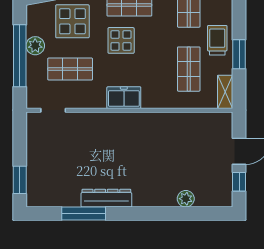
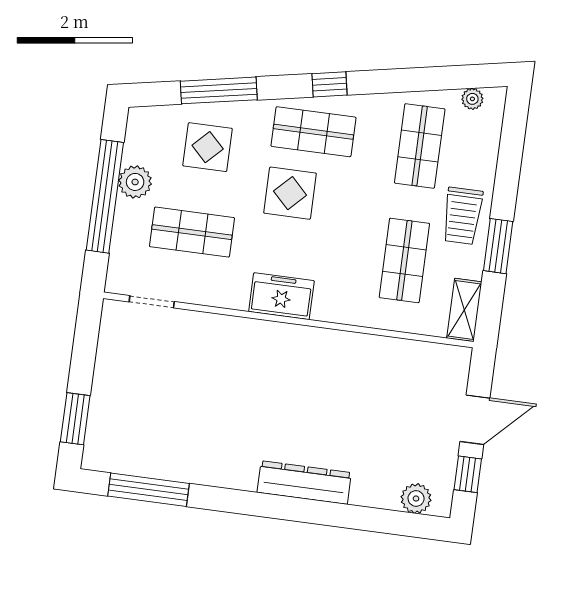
display table: (72, 21) -> (208, 147), width x0.73, depth x0.73
trolley: (217, 40) -> (462, 216), turned 180
dresser: (106, 198) -> (304, 483), moved
plant: (186, 199) -> (416, 498), moved
window: (84, 214) -> (149, 490), moved

